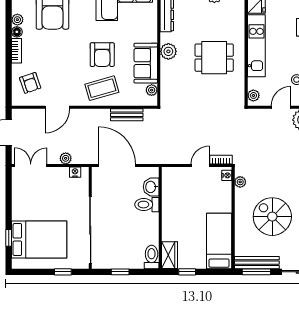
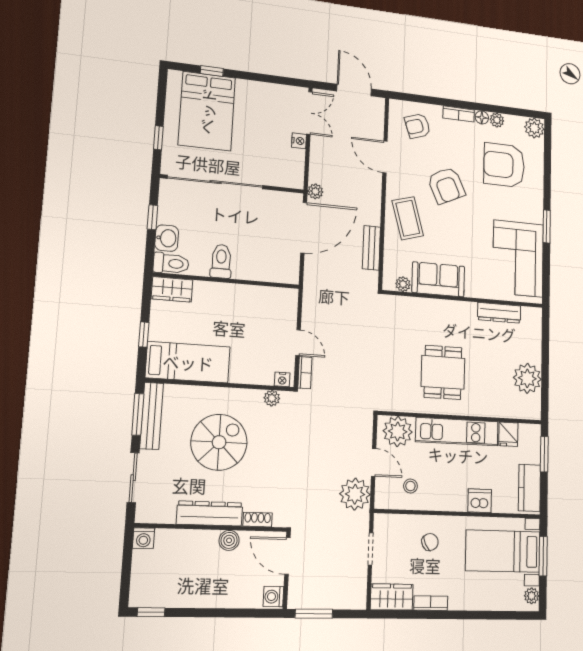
plant: (168, 51) -> (453, 311), removed
armchair: (102, 55) -> (446, 185), moved, turned -115
plant: (253, 95) -> (398, 431), width x1.88, depth x1.88
plant: (66, 158) -> (315, 191), moved
nightstand: (75, 172) -> (299, 141), moved
washbasin: (151, 187) -> (167, 238), moved, turned 90
toilet: (147, 205) -> (221, 261), moved
window: (187, 272) -> (144, 335), moved

